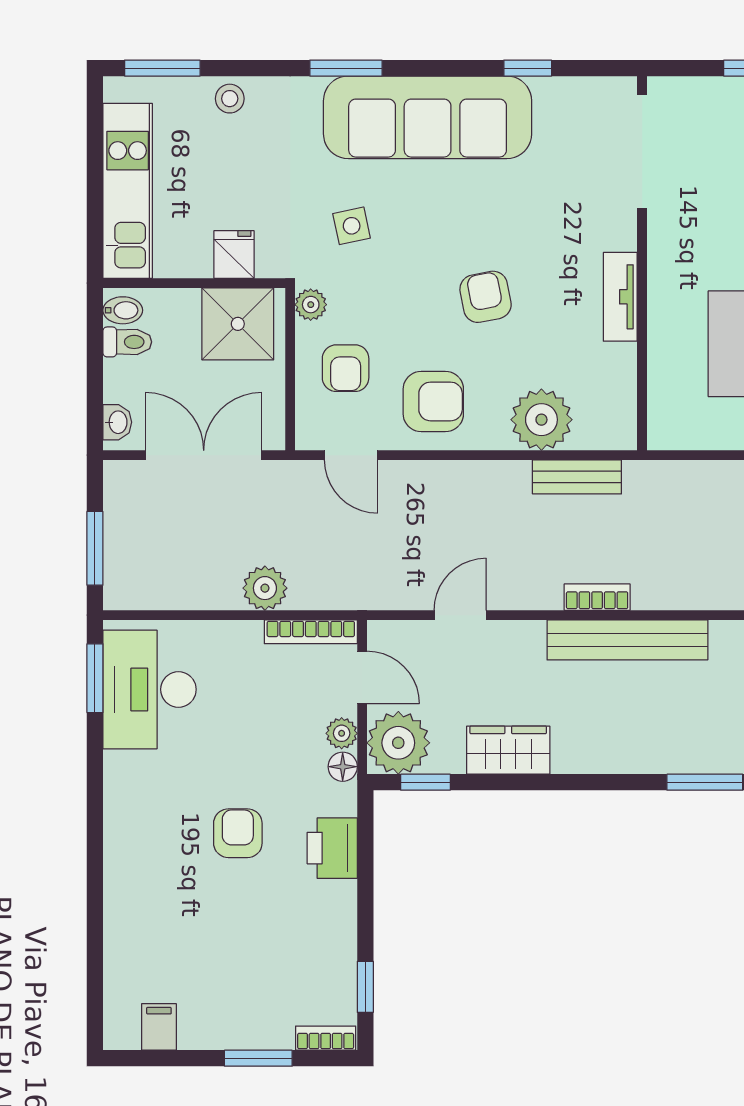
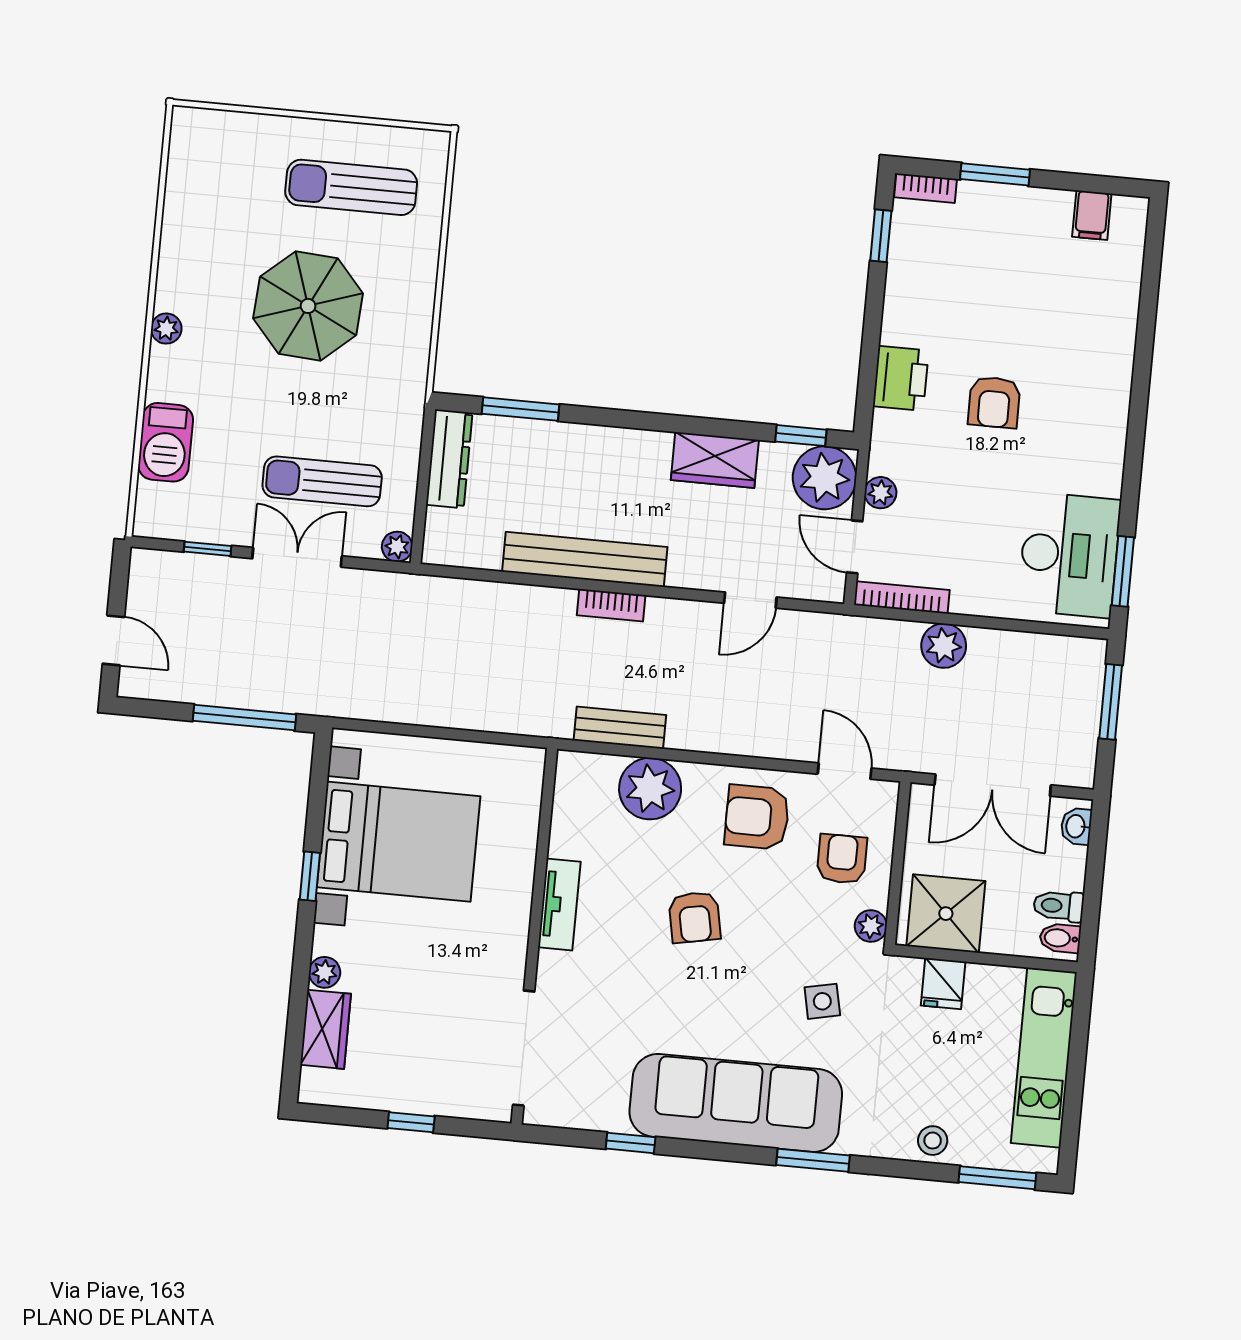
floor lamp: (343, 767) -> (883, 459), removed

